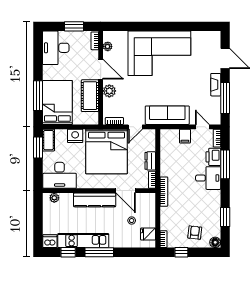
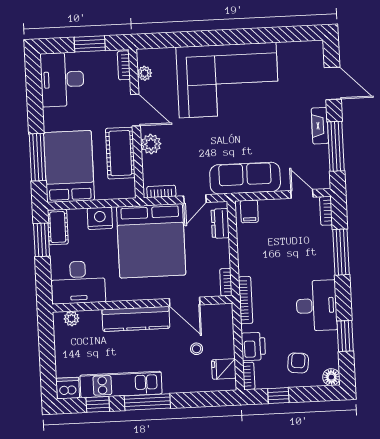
filing cabinet: (185, 136) -> (249, 211), moved
printer: (213, 157) -> (253, 346), moved, turned 180
dresser: (150, 161) -> (220, 223), moved
desk: (208, 178) -> (317, 306), moved, width x1.37

